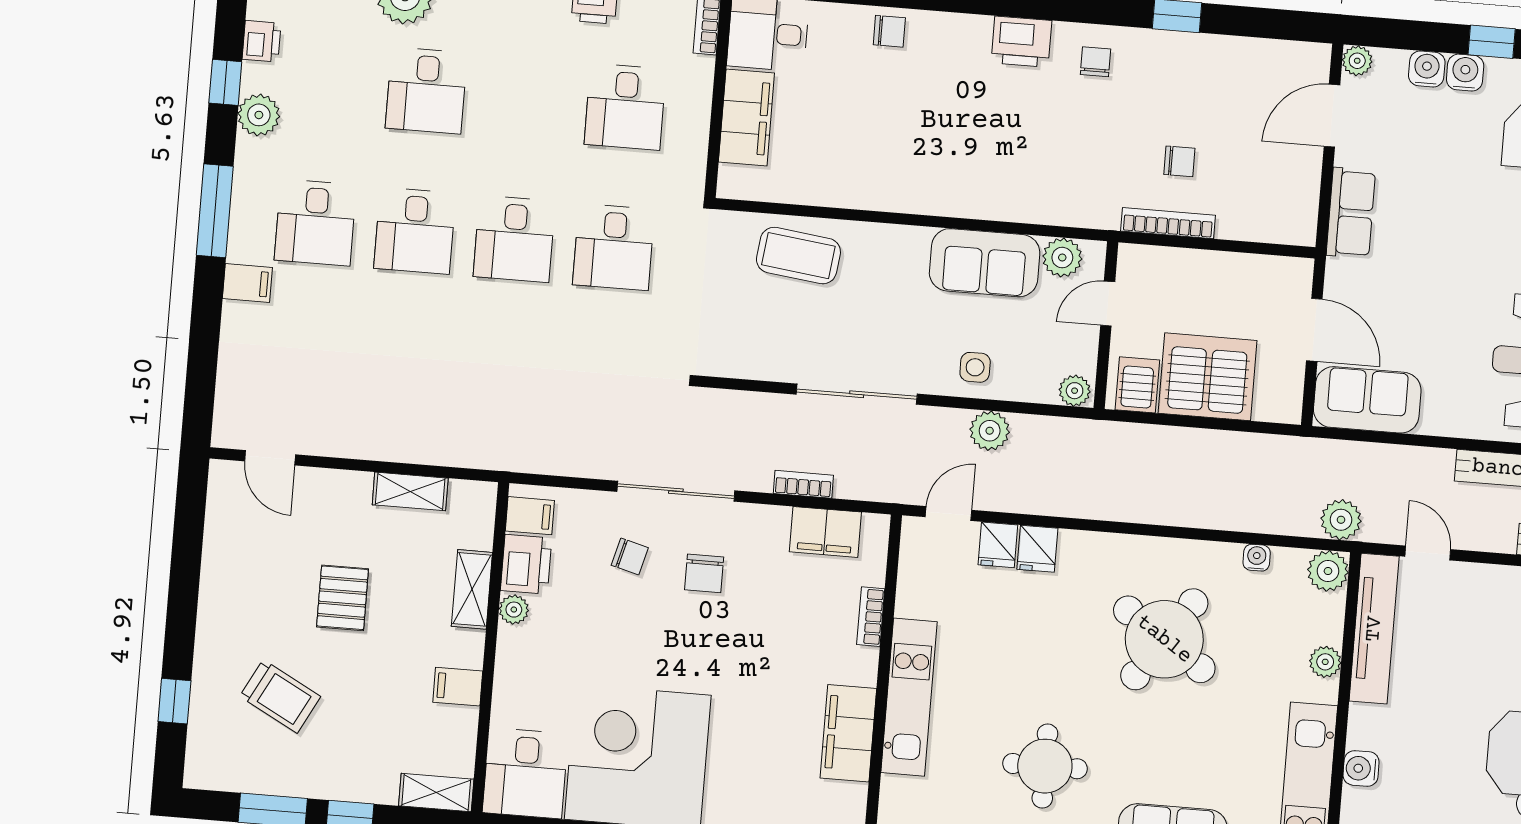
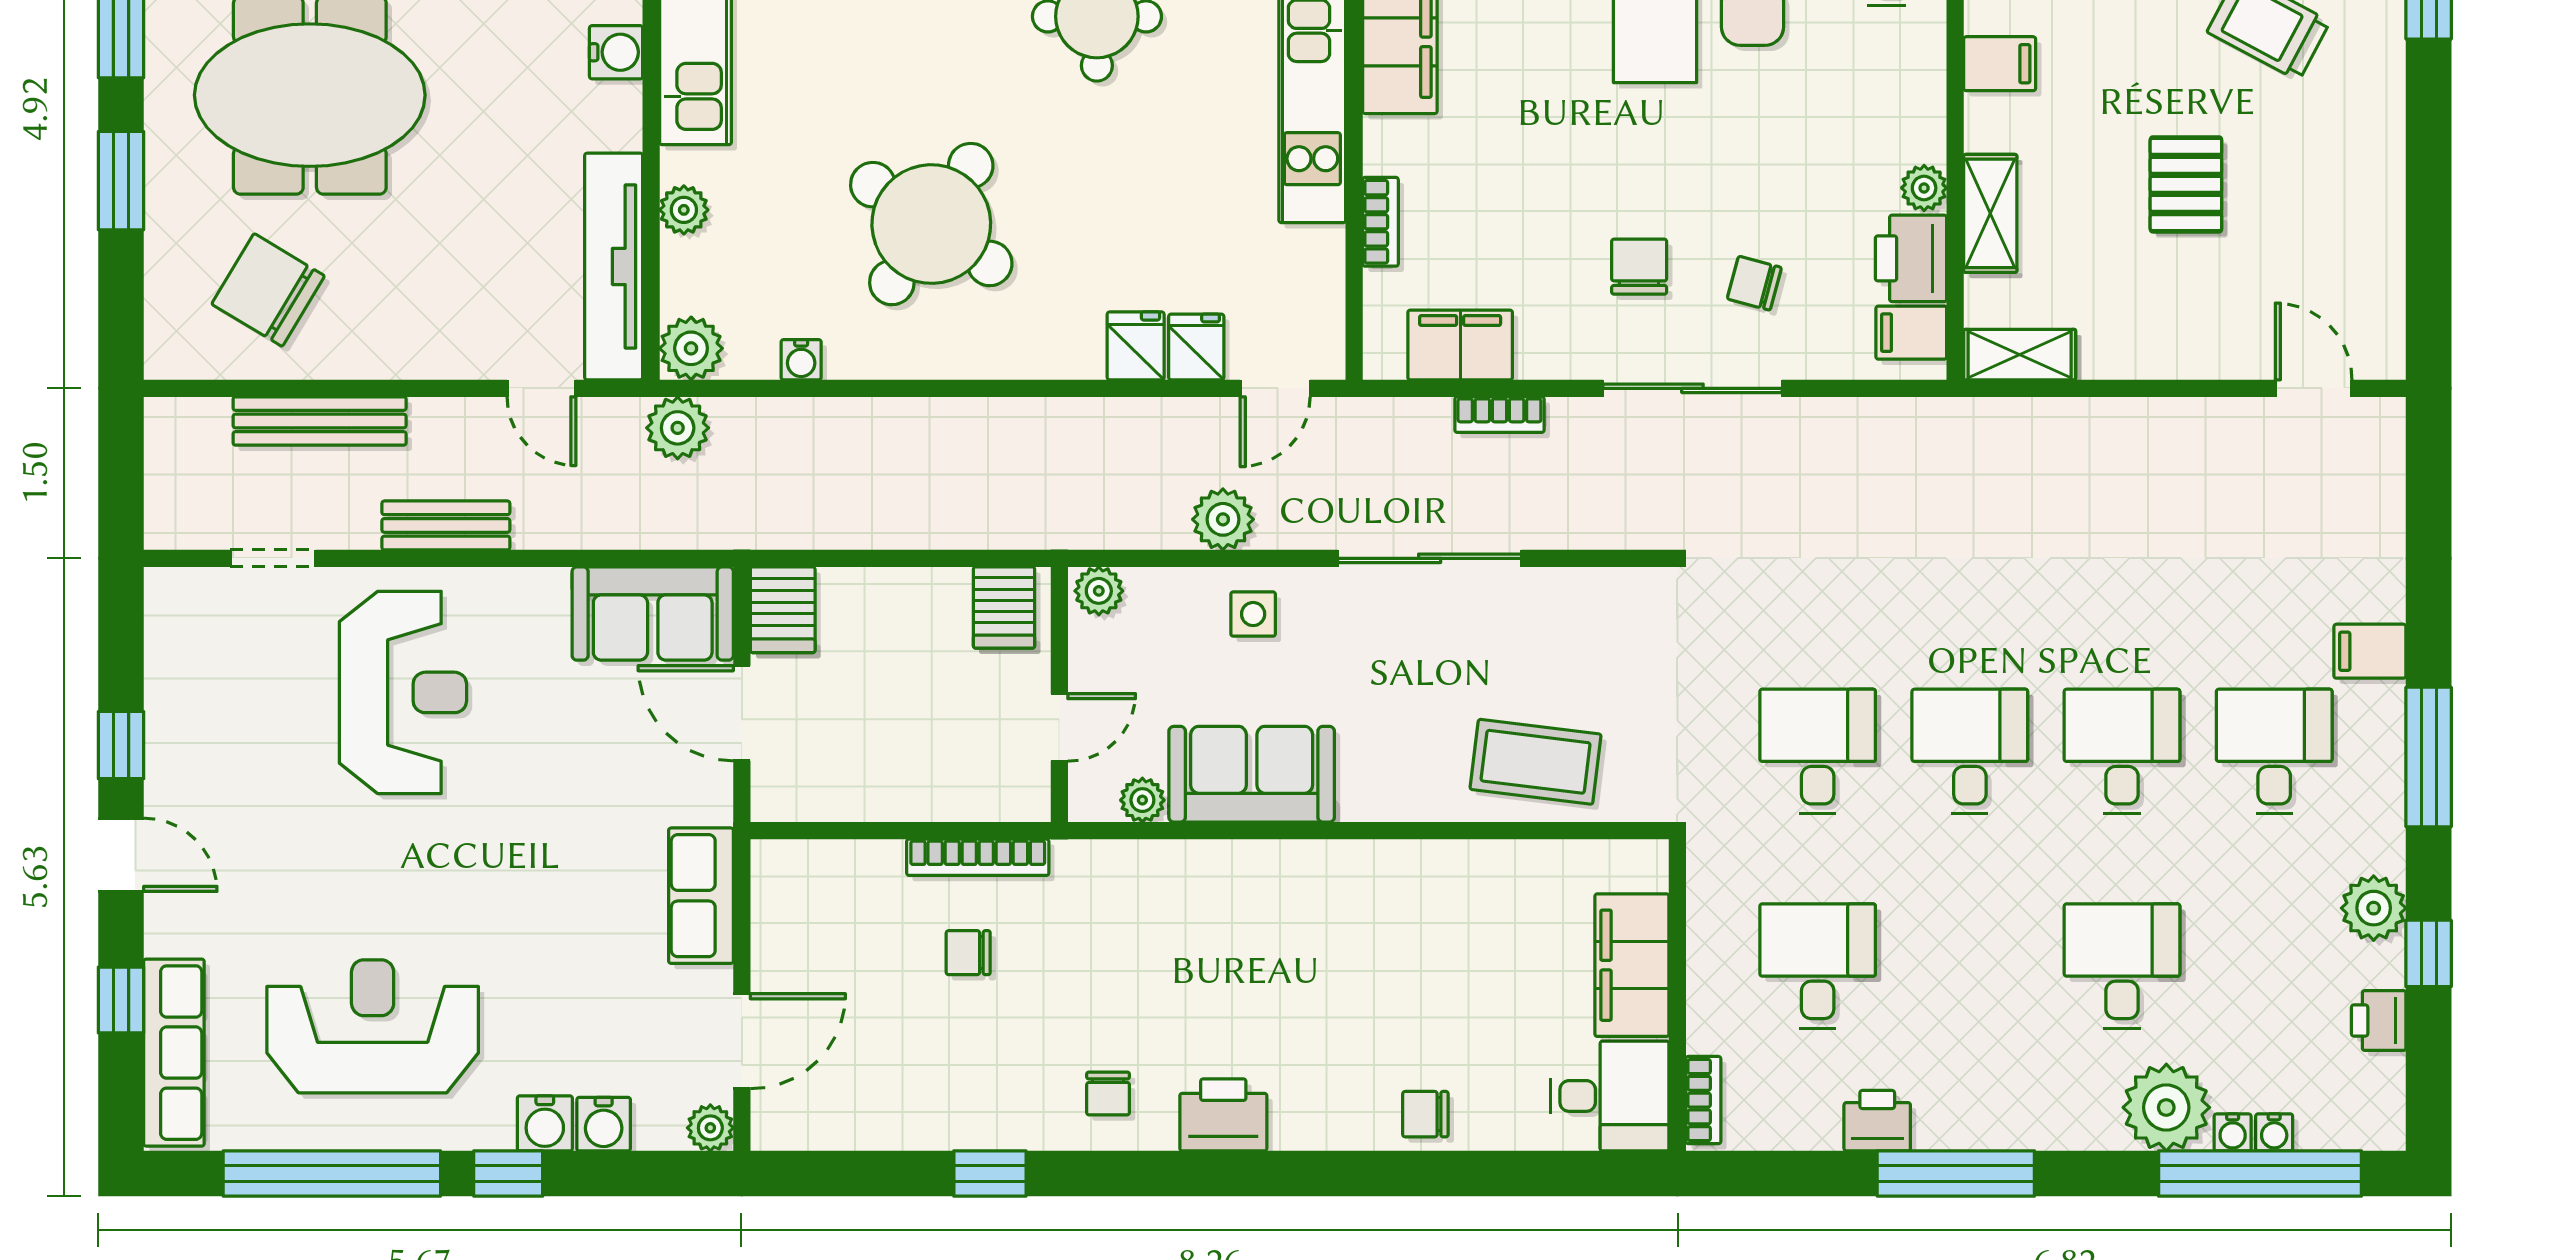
plant: (1062, 258) -> (1142, 800), width x0.73, depth x0.73
server rack: (1208, 377) -> (783, 610), moved, width x0.46, depth x0.70
shelving: (410, 491) -> (2020, 355), moved

